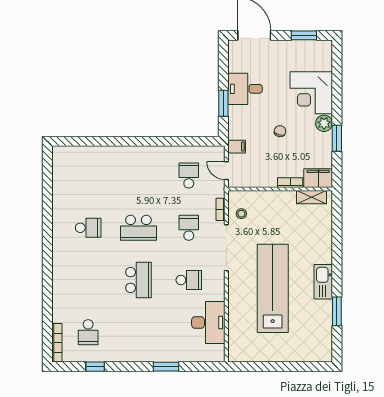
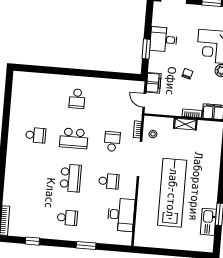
filing cabinet: (237, 147) -> (154, 83), width x2.00
school desk: (189, 176) -> (77, 99), moved, turned 180
shelving: (311, 197) -> (185, 124), moved
kitchen sink: (323, 282) -> (208, 222), moved
school desk: (88, 332) -> (67, 218), moved, turned -90

